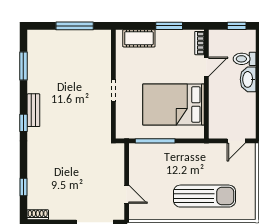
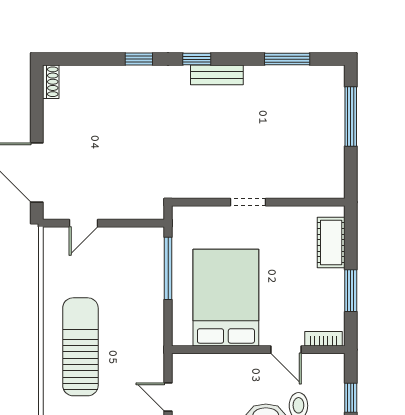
window: (75, 26) -> (351, 116), moved
window: (23, 187) -> (139, 59), moved
sun lounger: (205, 196) -> (80, 347), turned 180

